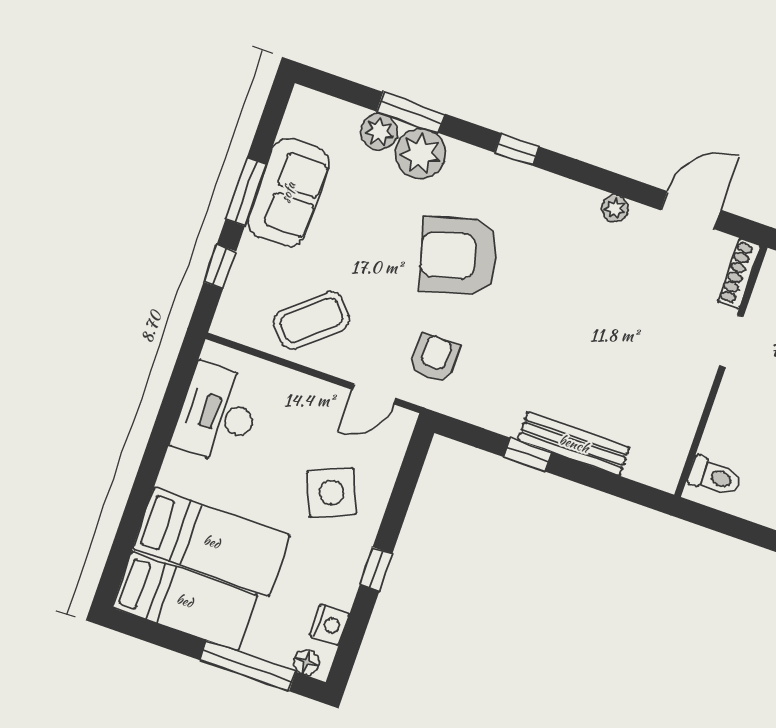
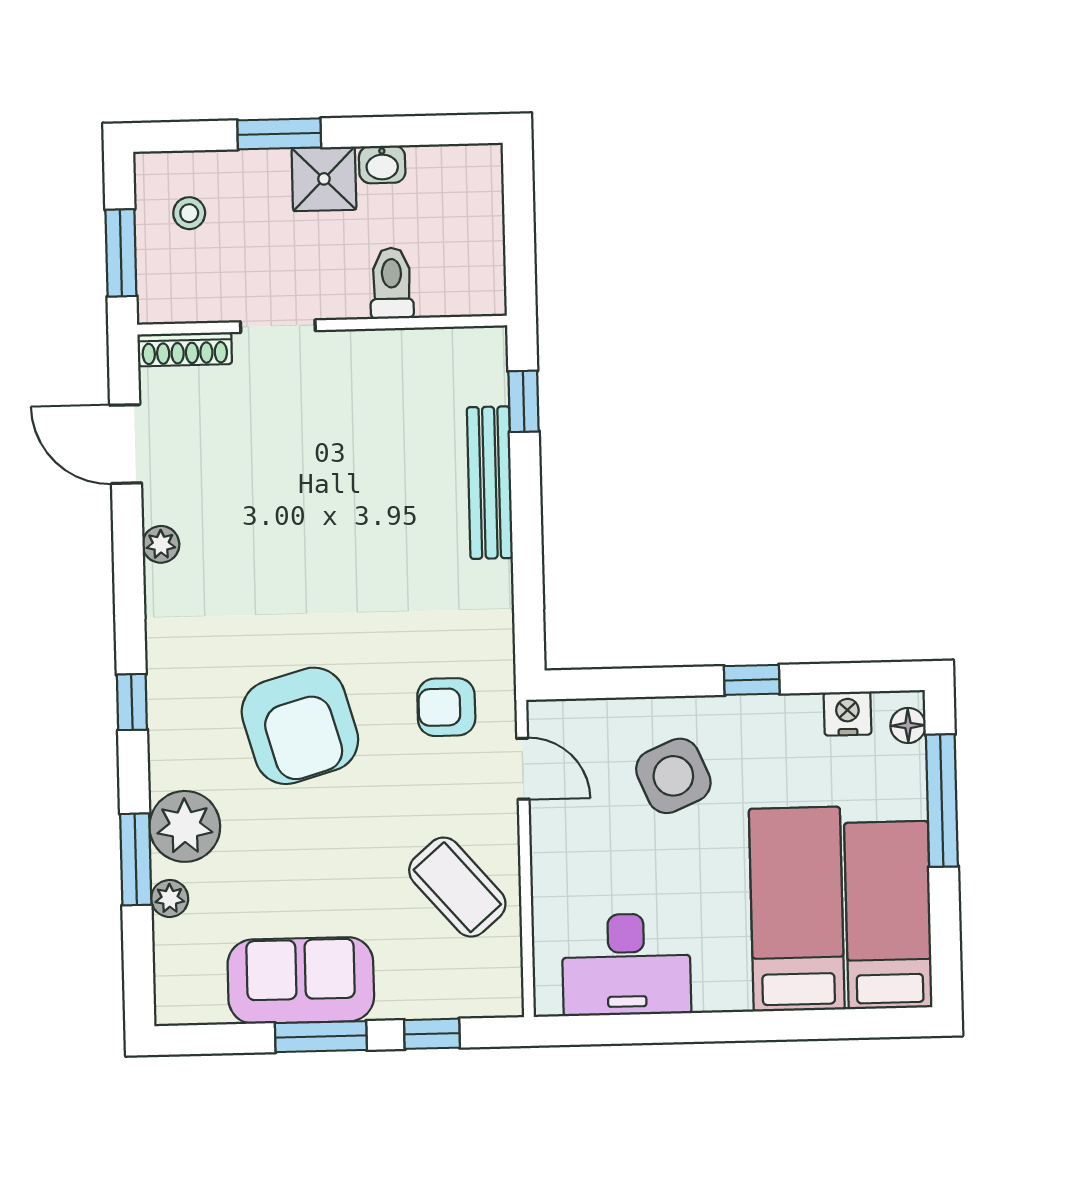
plant: (379, 132) -> (170, 898), width x0.73, depth x0.73
window: (528, 455) -> (524, 401), moved
toilet: (715, 477) -> (392, 283), moved

